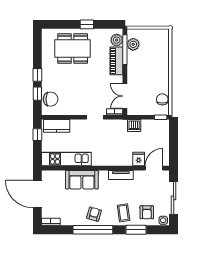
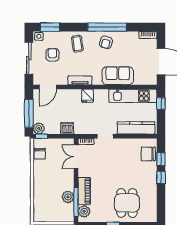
plant: (133, 44) -> (68, 197), moved
dining table: (73, 49) -> (127, 203), width x0.73
double door: (125, 96) -> (76, 157), swing flipped
plant: (163, 125) -> (39, 128), added
kitchen counter: (57, 126) -> (136, 128), width x1.50
window: (37, 135) -> (161, 104), moved
window: (174, 141) -> (29, 113), added
fridge: (139, 159) -> (88, 96), moved
armchair: (147, 212) -> (52, 55), moved
window: (136, 230) -> (50, 27), moved

